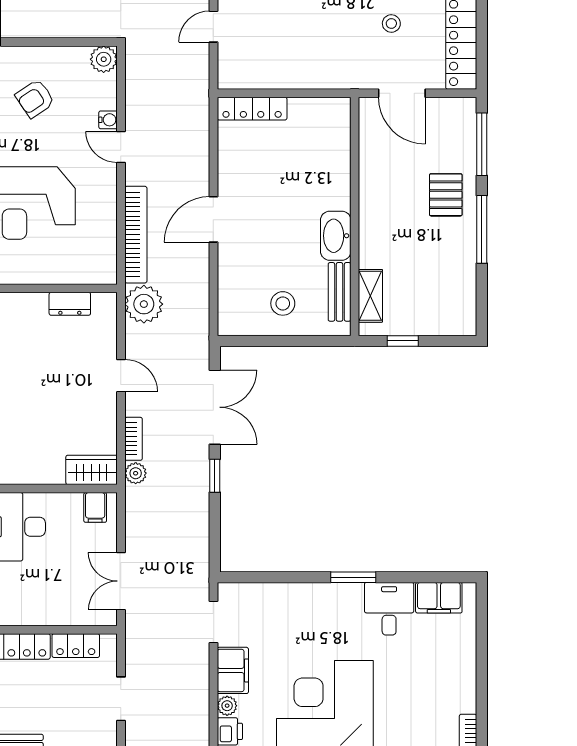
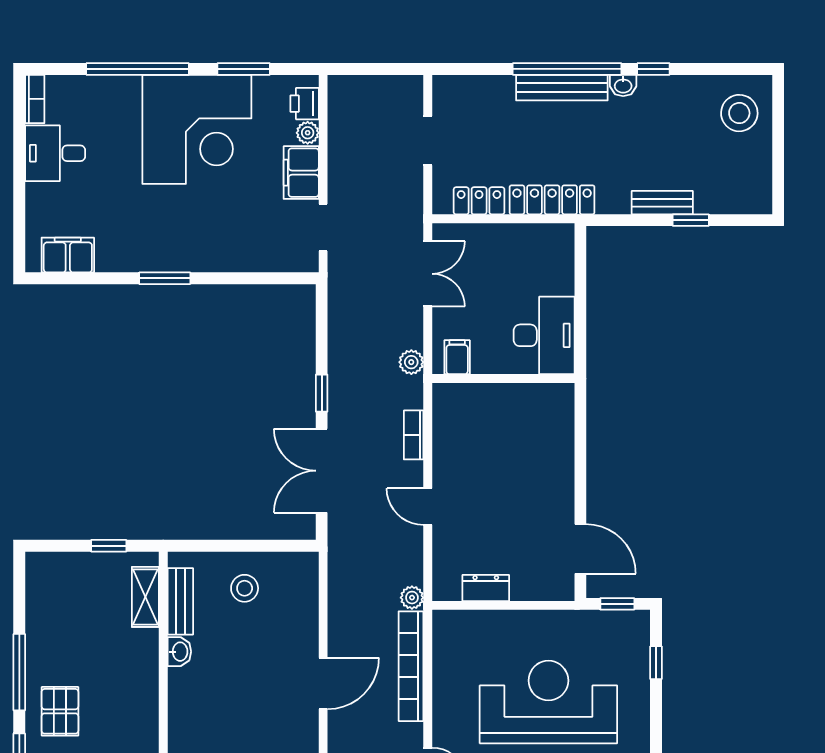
washbasin: (336, 236) -> (179, 652), width x0.52, depth x0.69
plant: (144, 304) -> (412, 598), width x0.53, depth x0.53
wardrobe: (92, 470) -> (461, 400), removed
plant: (136, 473) -> (411, 362), moved
desk: (389, 609) -> (55, 153), moved, turned 90

